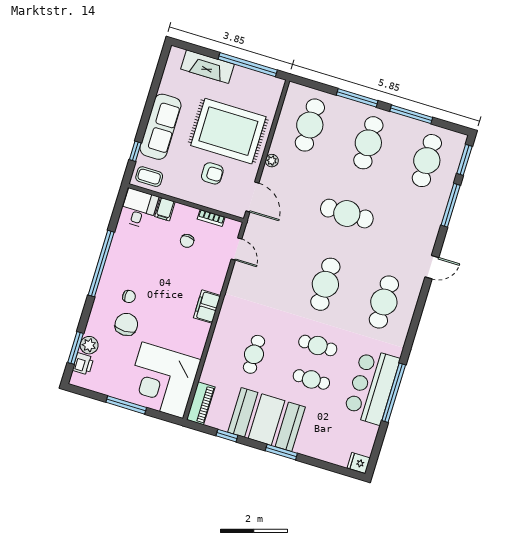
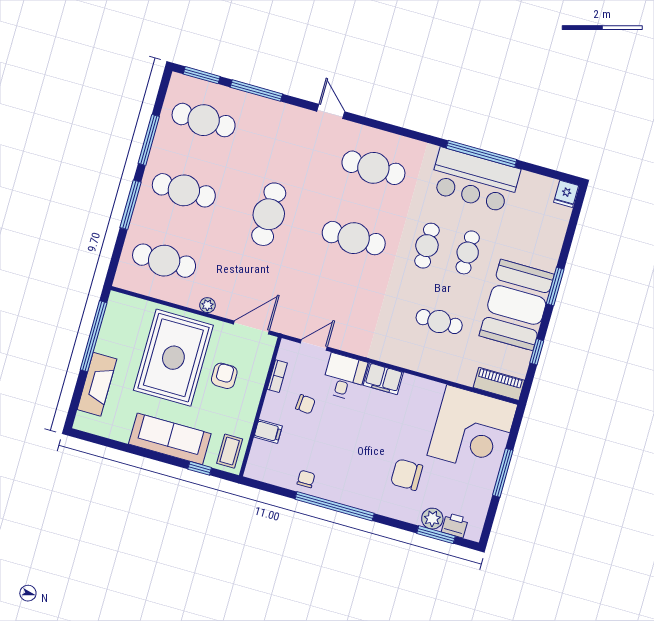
desk: (139, 208) -> (344, 377), moved, turned 90
chair: (129, 297) -> (306, 479), moved

